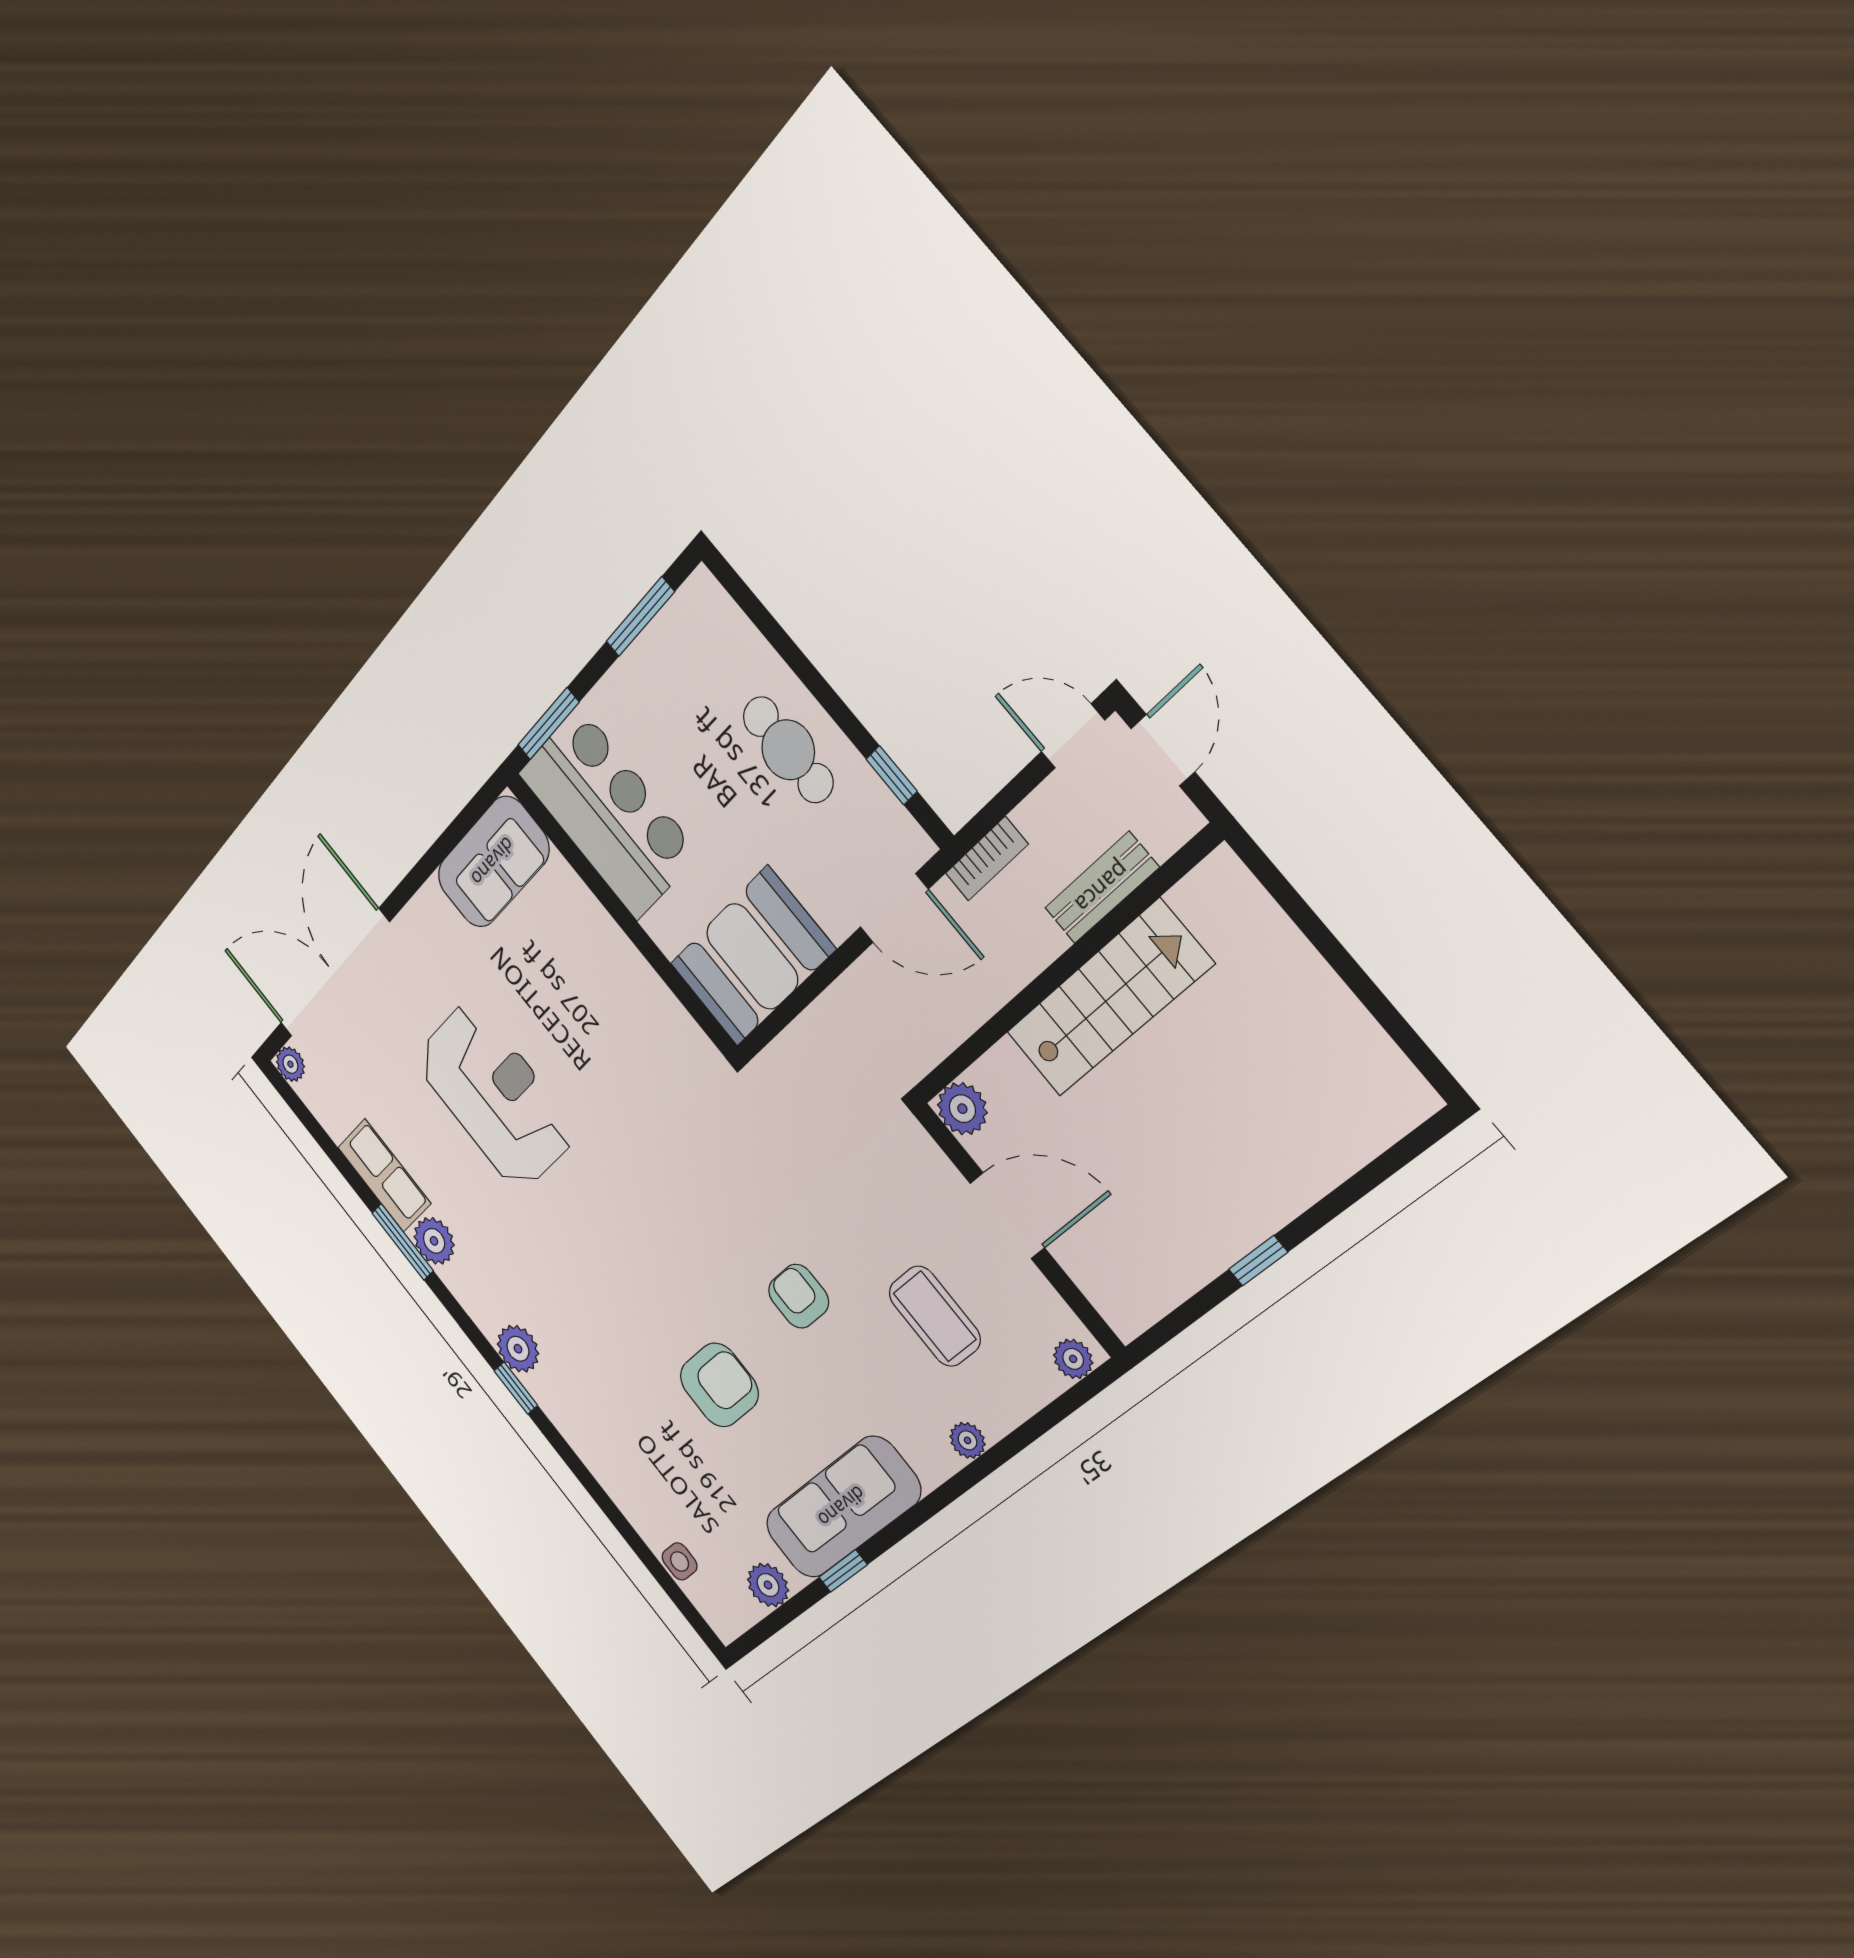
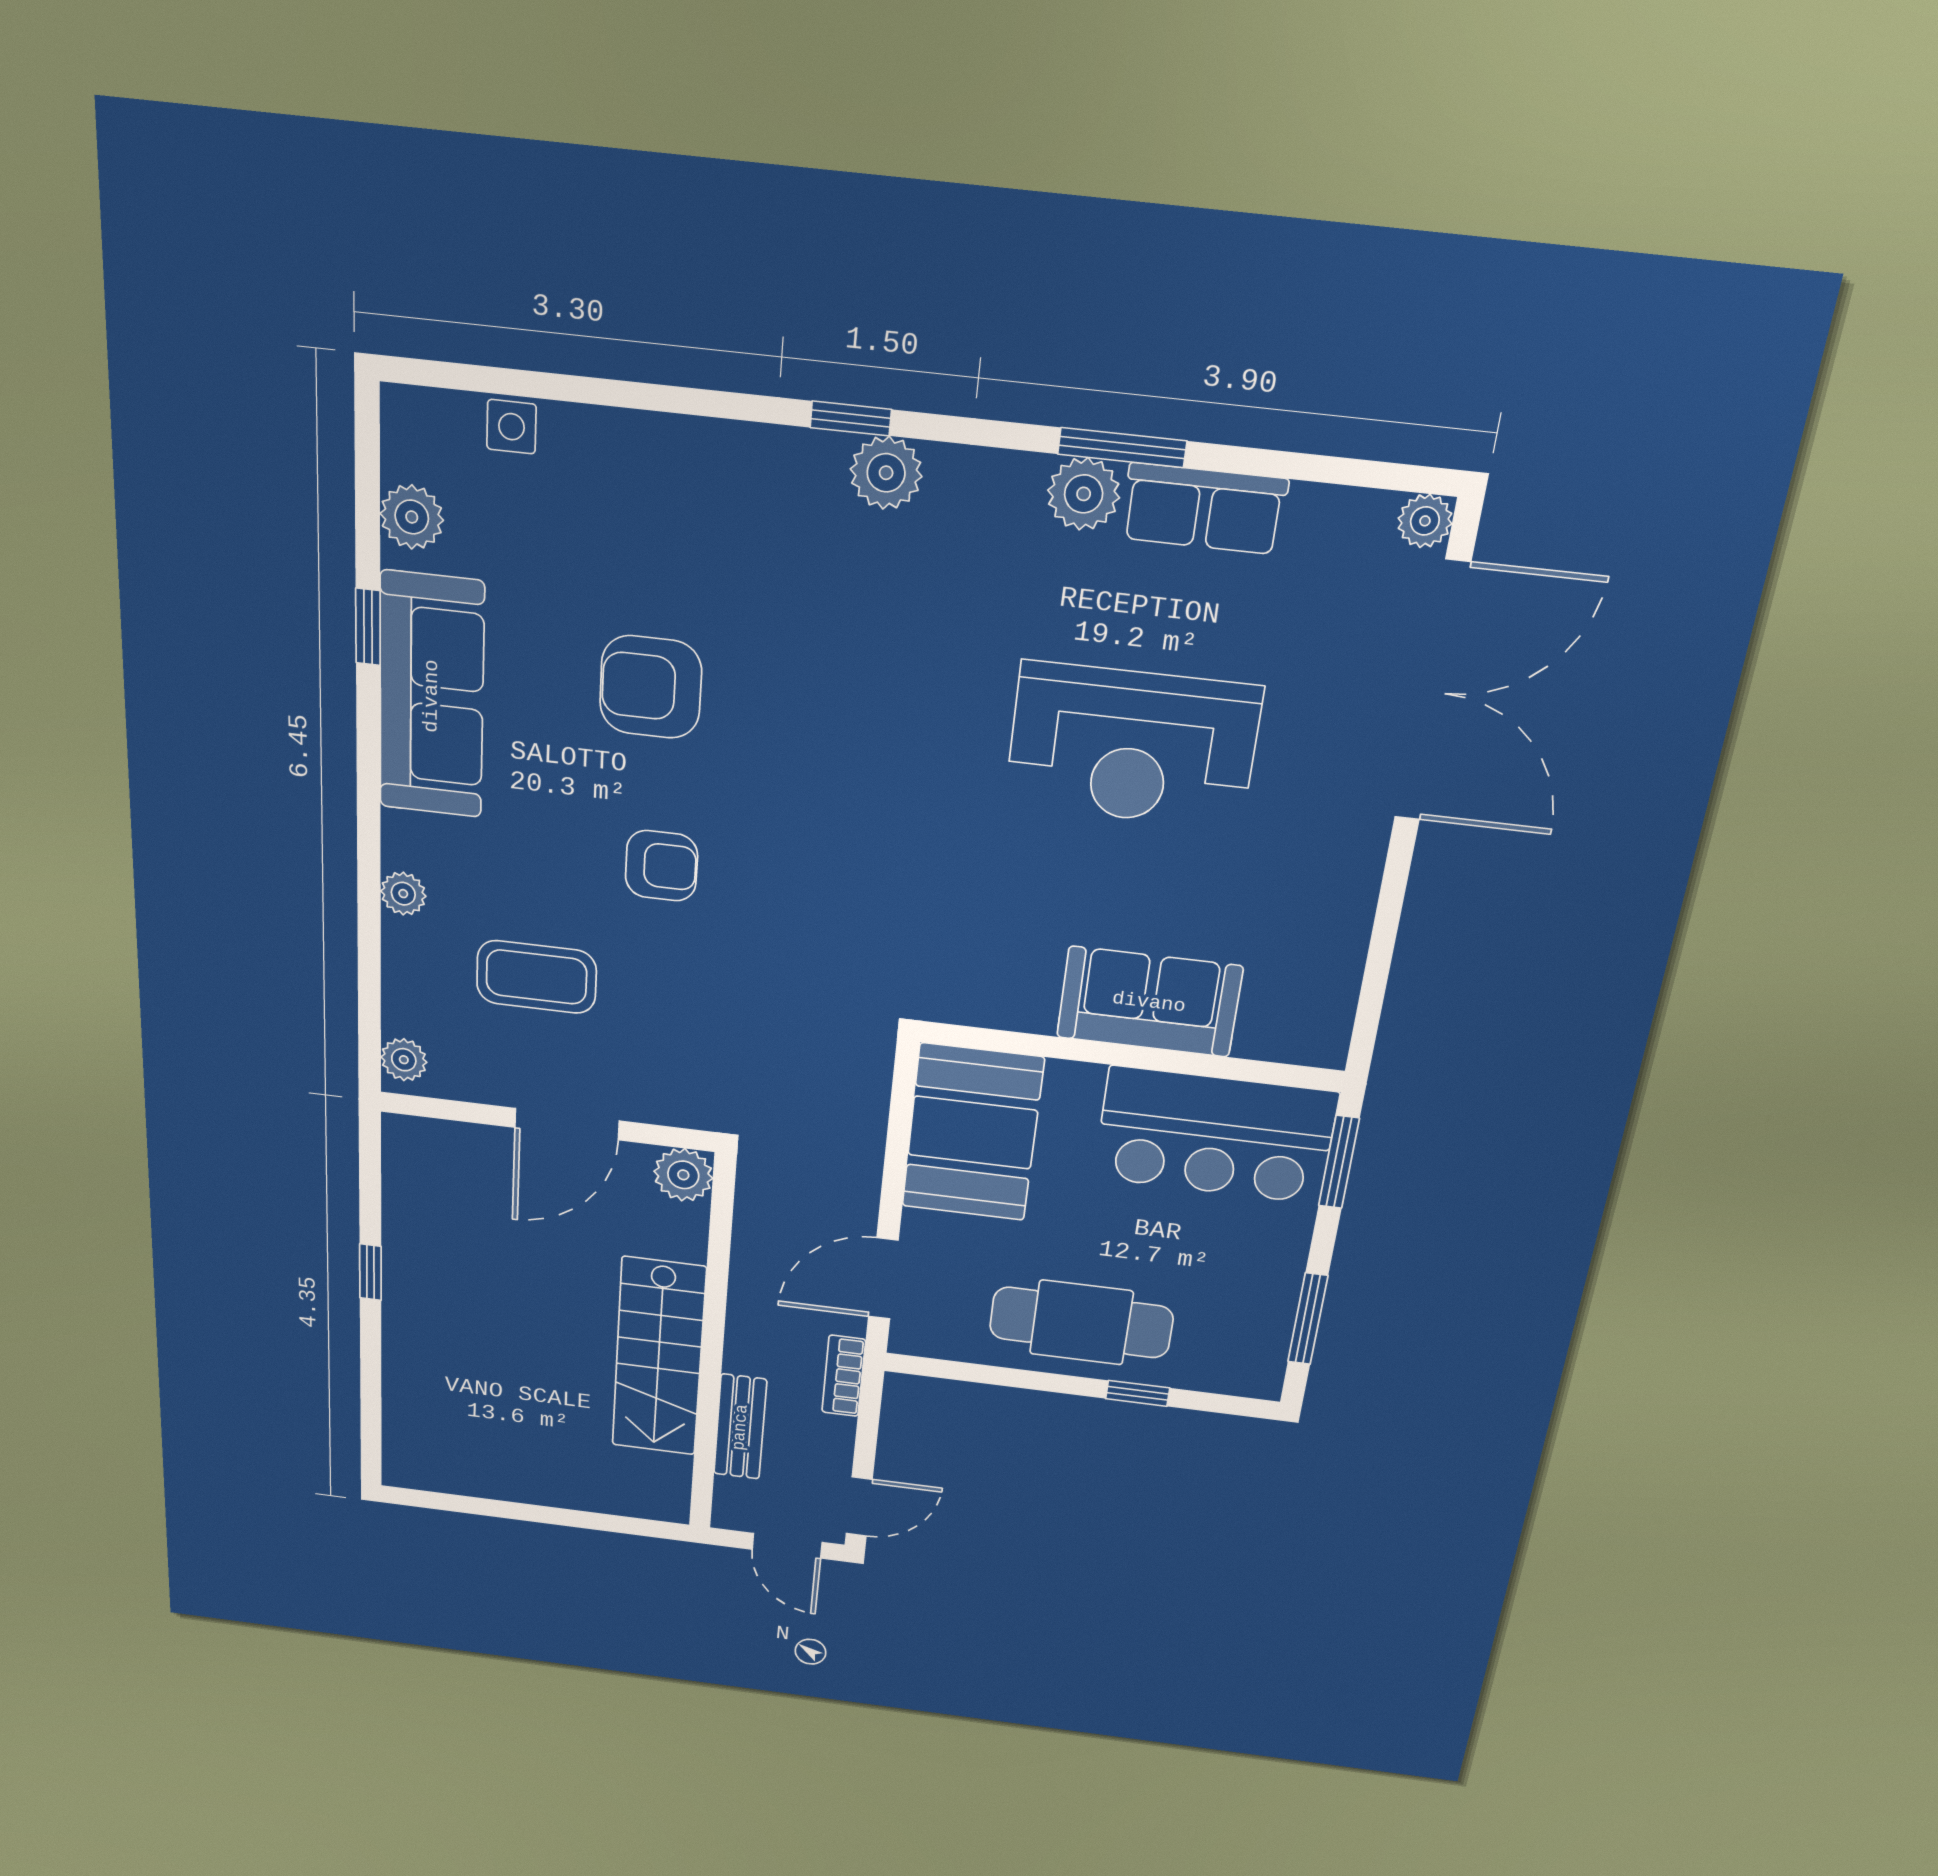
cafe table: (788, 750) -> (1081, 1322), width x1.37, depth x1.35
window: (892, 775) -> (1138, 1393), moved
sofa: (493, 862) -> (1149, 1002), moved, turned 90
armchair: (719, 1385) -> (651, 687), turned 90

